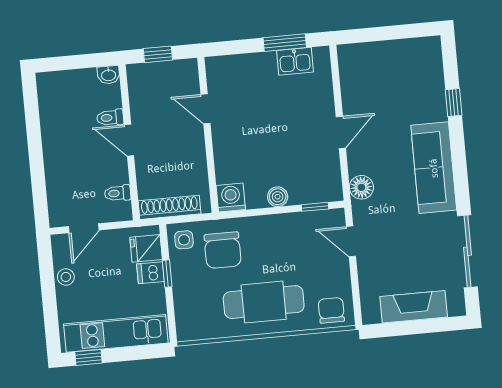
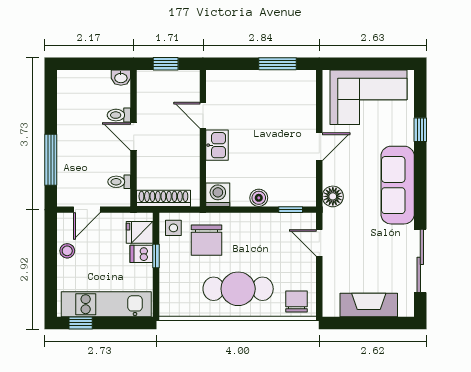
kitchen sink: (295, 61) -> (217, 145), moved, turned -90
corner sofa: (391, 71) -> (368, 97), added
window: (38, 175) -> (51, 160), added

